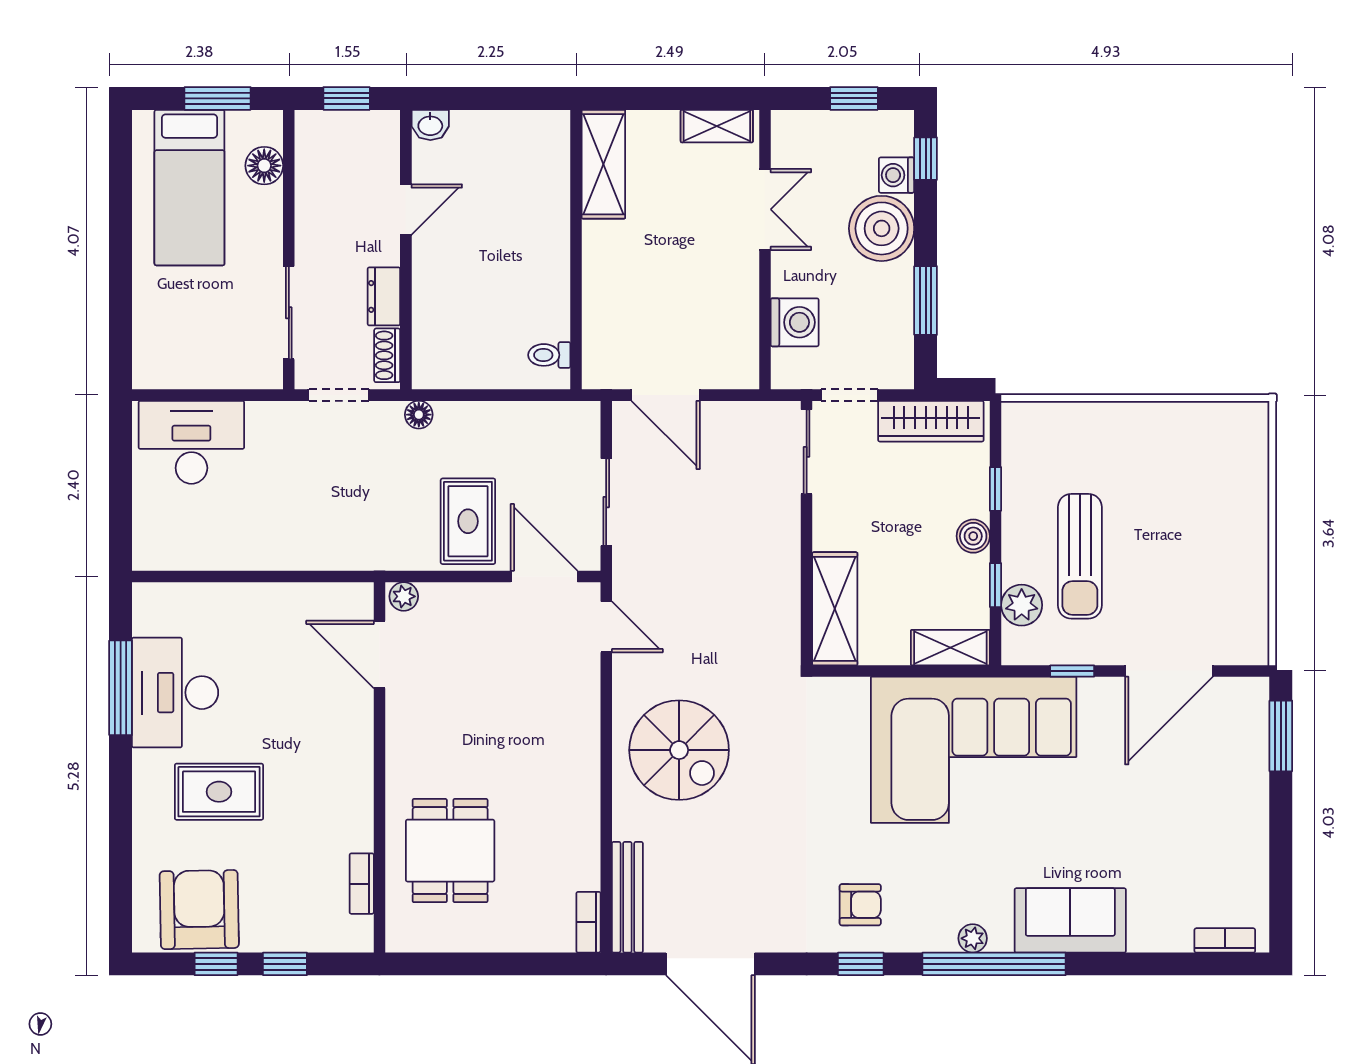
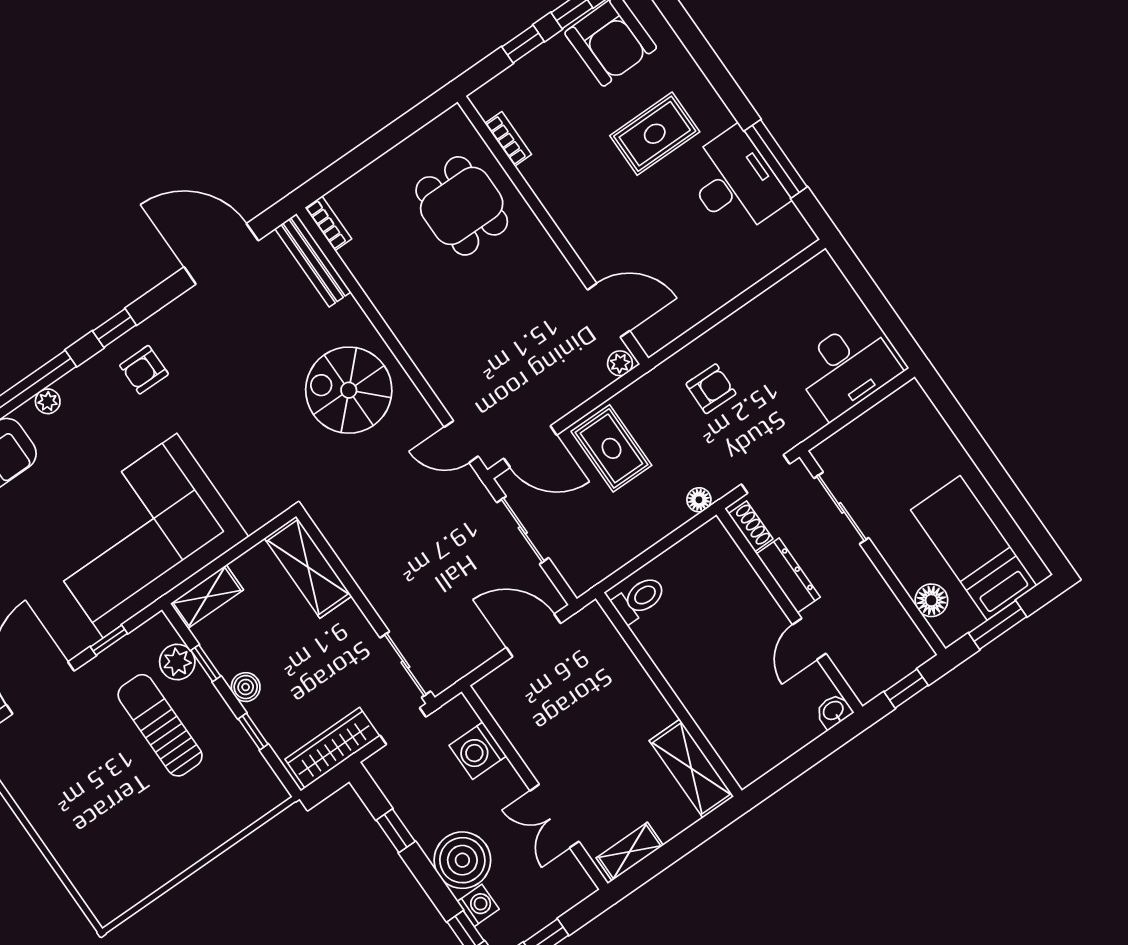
dresser: (384, 296) -> (788, 575), width x1.44
window: (926, 300) -> (396, 831), width x0.67
toilet: (549, 355) -> (639, 599), width x1.37, depth x1.39
armchair: (334, 512) -> (711, 389), added

